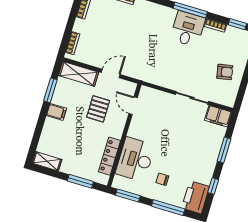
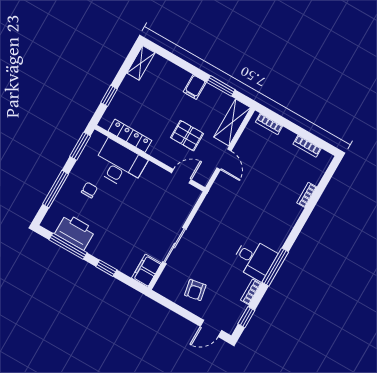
window: (224, 150) -> (106, 268), width x0.67
window: (80, 181) -> (109, 96), width x0.67
window: (213, 186) -> (68, 246), width x2.17
printer: (195, 197) -> (75, 232), moved

